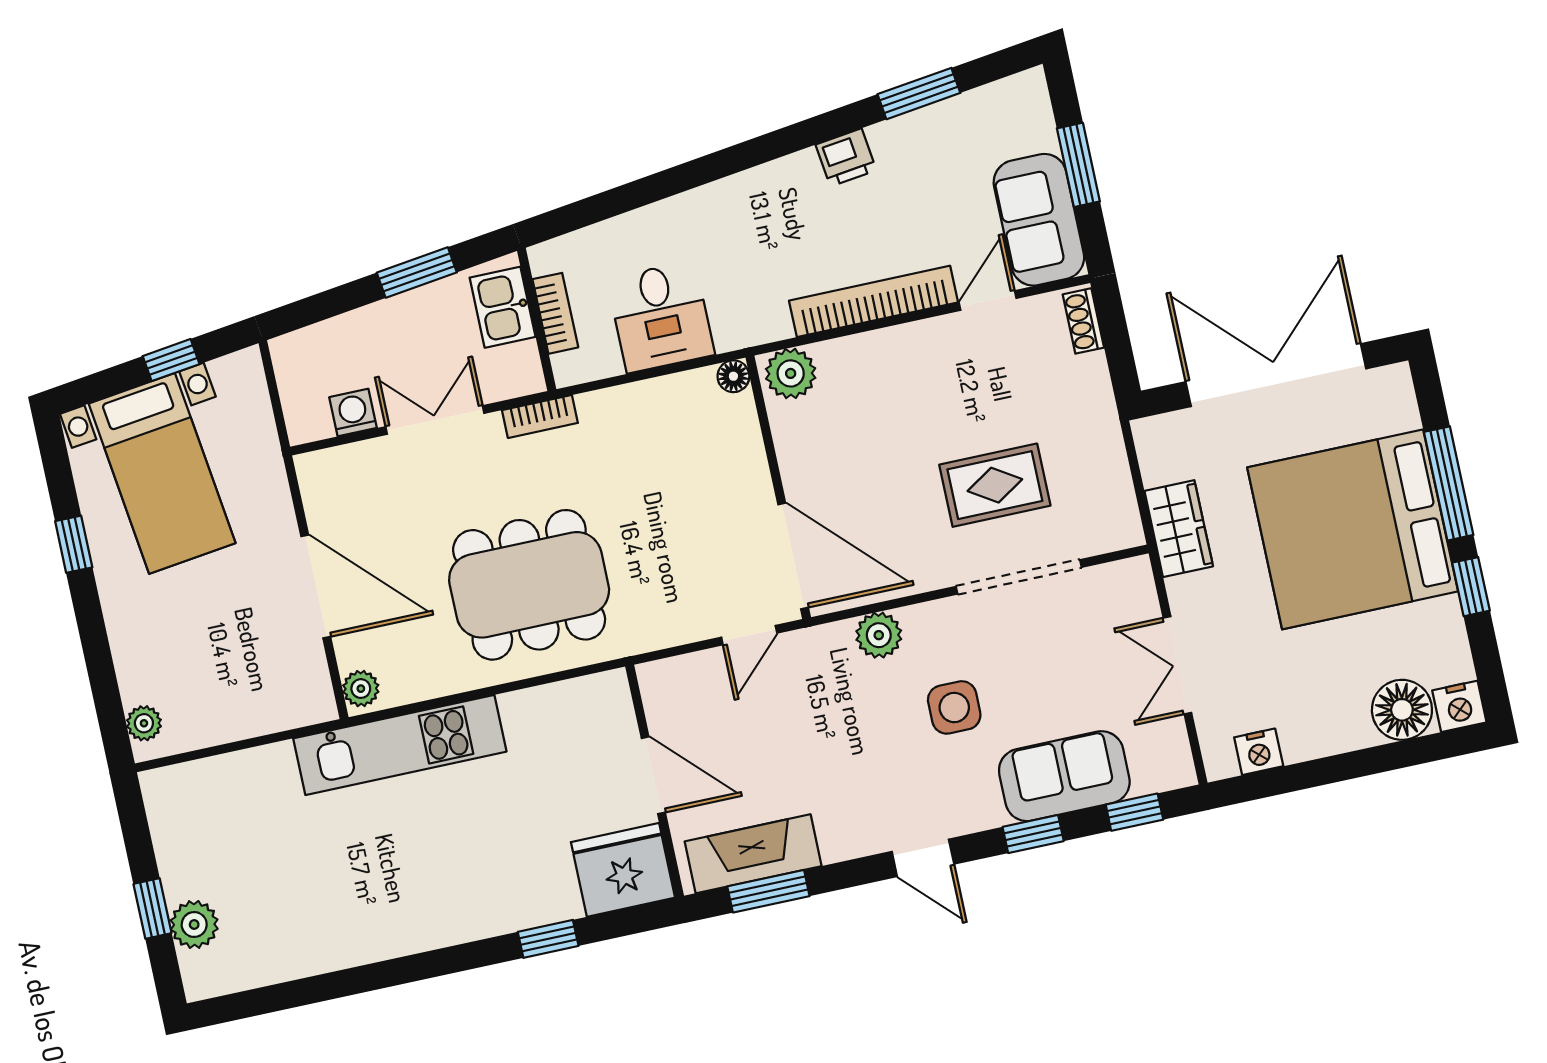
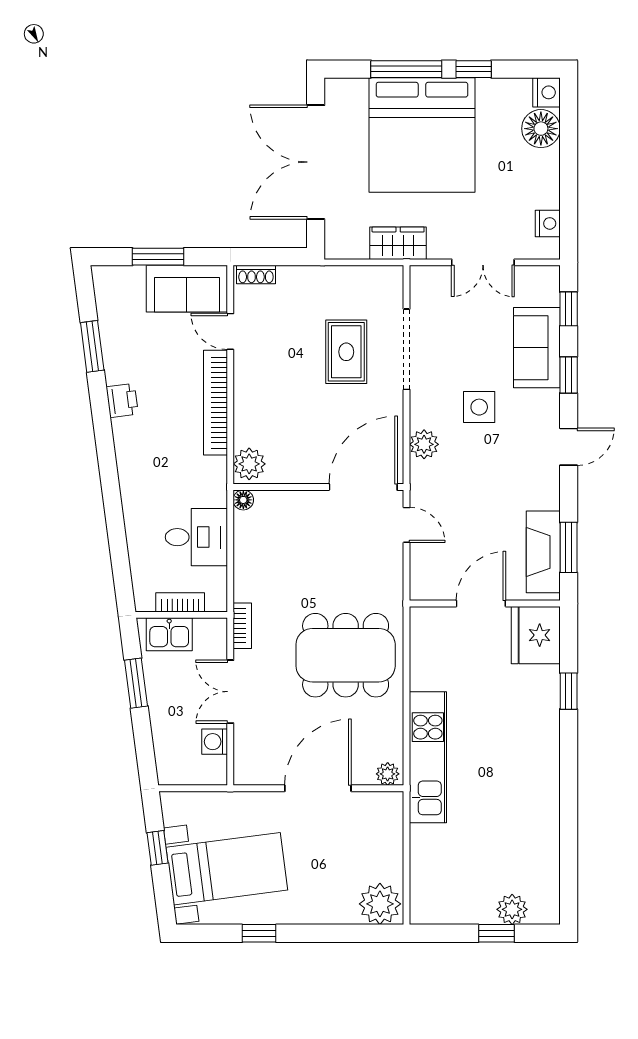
dining table: (529, 585) -> (346, 655), turned 90
plant: (144, 723) -> (380, 904), width x1.88, depth x1.88

